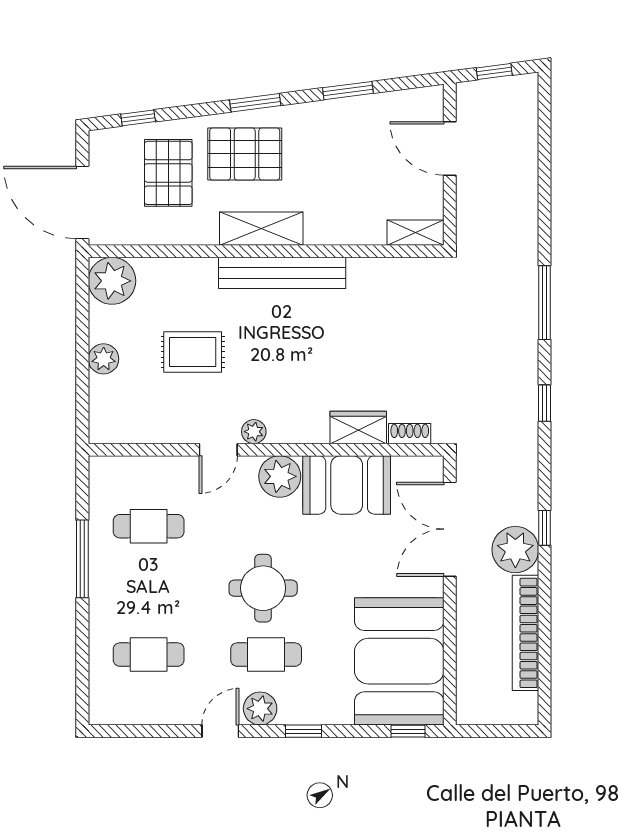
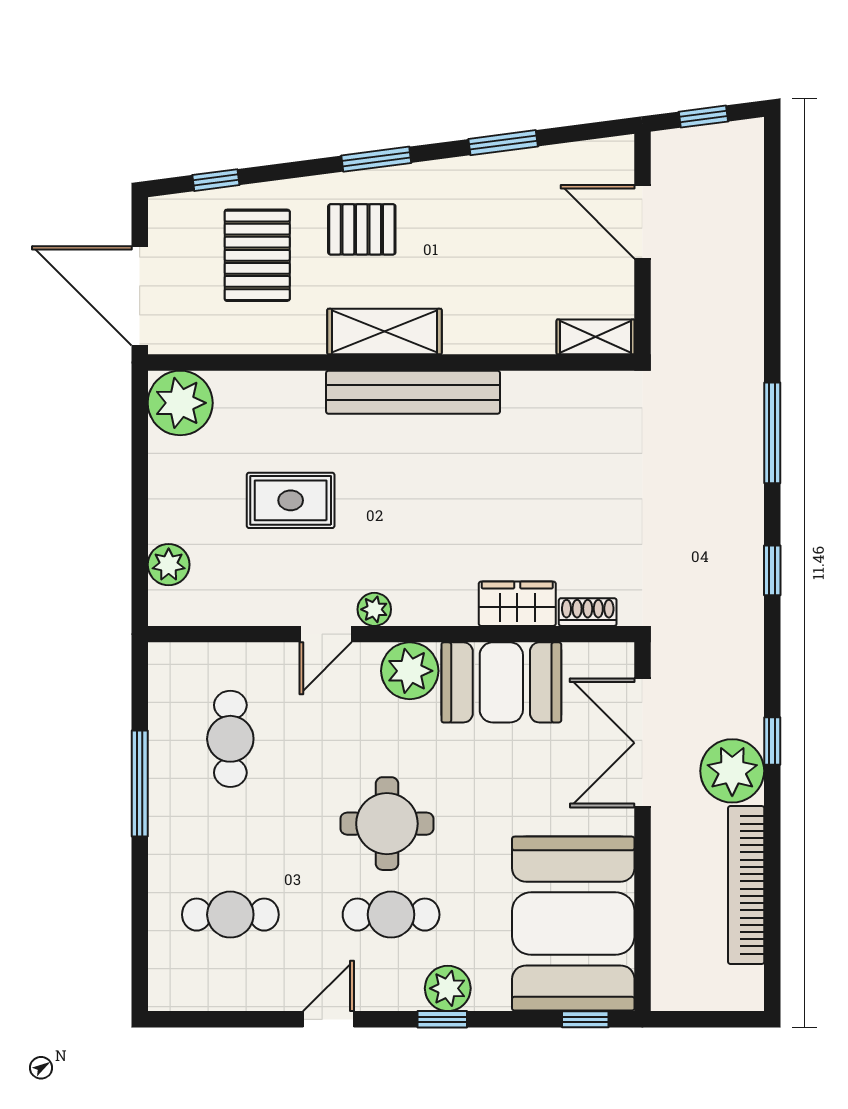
pallet: (245, 154) -> (362, 229), width x0.67, depth x0.71
plant: (104, 359) -> (169, 565), moved
cafe table: (149, 526) -> (230, 739), turned 90
plant: (260, 709) -> (448, 988), moved

